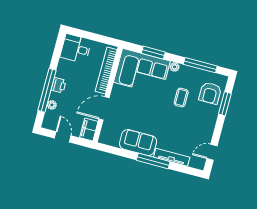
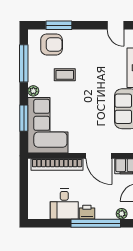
desk: (76, 49) -> (64, 204), moved
plant: (52, 105) -> (122, 214), moved

